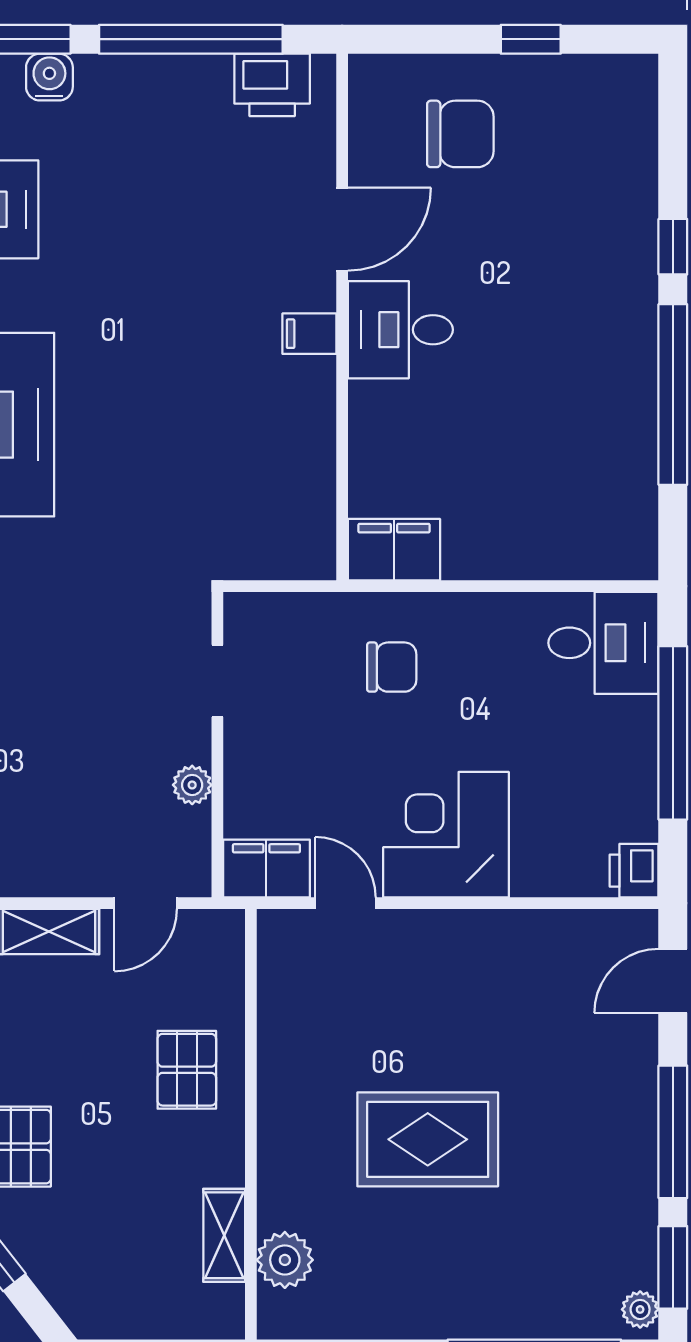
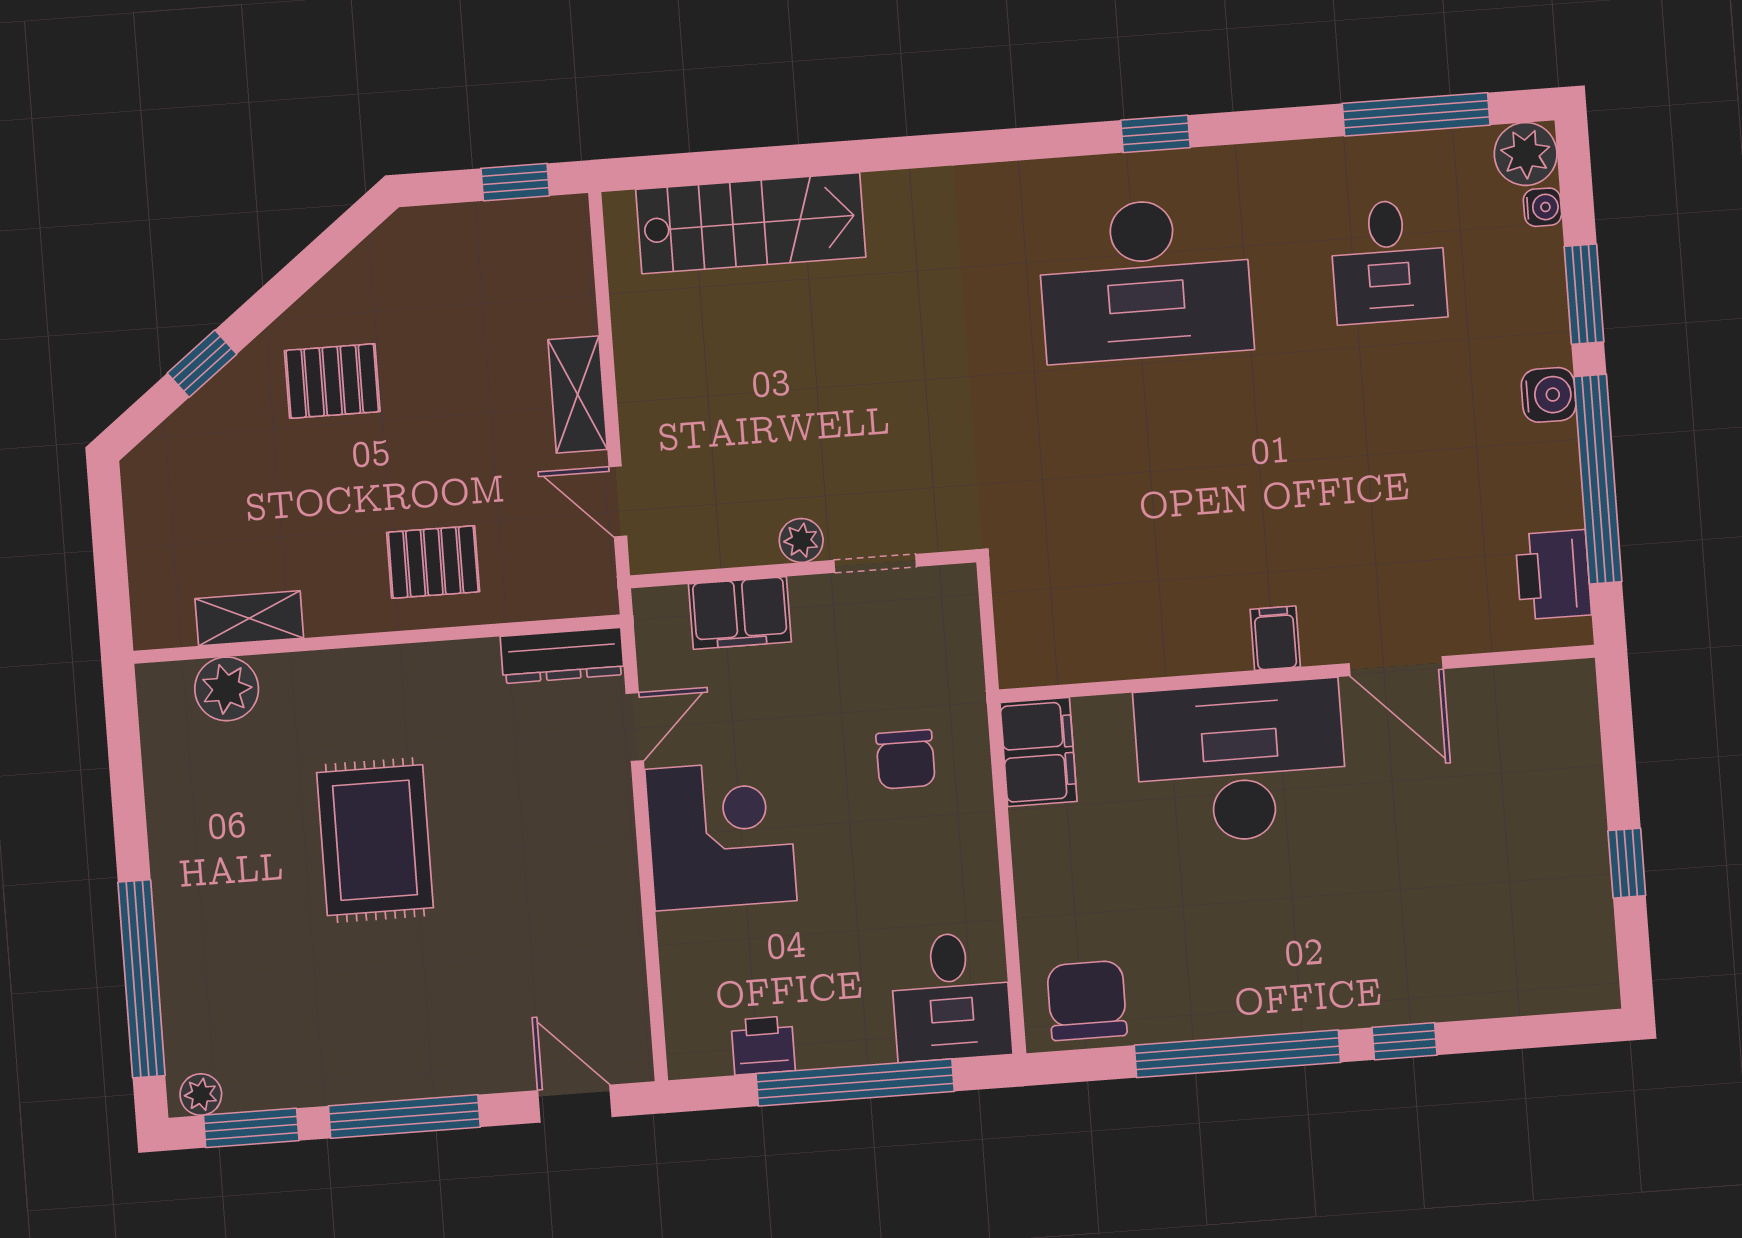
water cooler: (49, 77) -> (1549, 395), moved
chair: (460, 134) -> (1087, 1001), moved, turned 180
desk: (400, 330) -> (1241, 762), width x1.87, depth x1.30
plant: (192, 785) -> (801, 540), moved
filing cabinet: (266, 869) -> (740, 613), moved, turned 90
printer: (634, 871) -> (763, 1045), moved
dresser: (278, 962) -> (562, 655), added

